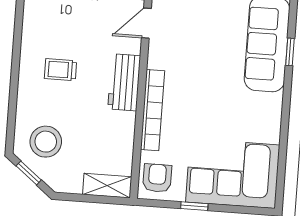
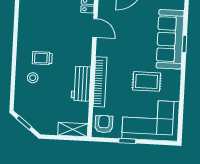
door: (146, 23) -> (95, 28), swing flipped
workbench: (124, 82) -> (81, 84), moved
rug: (228, 111) -> (147, 81), added
stool: (46, 142) -> (33, 78), moved, width x0.53, depth x0.53

